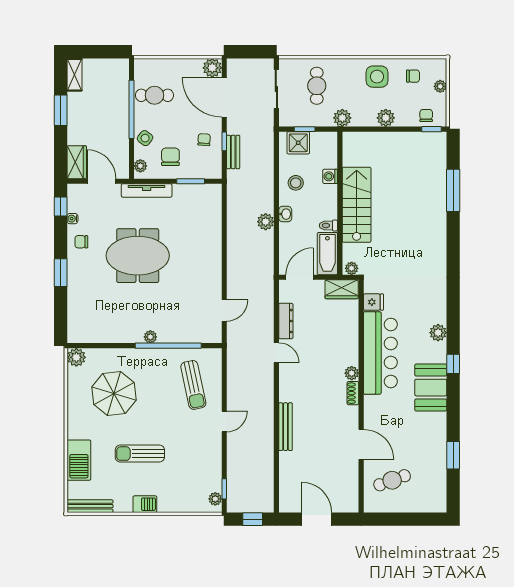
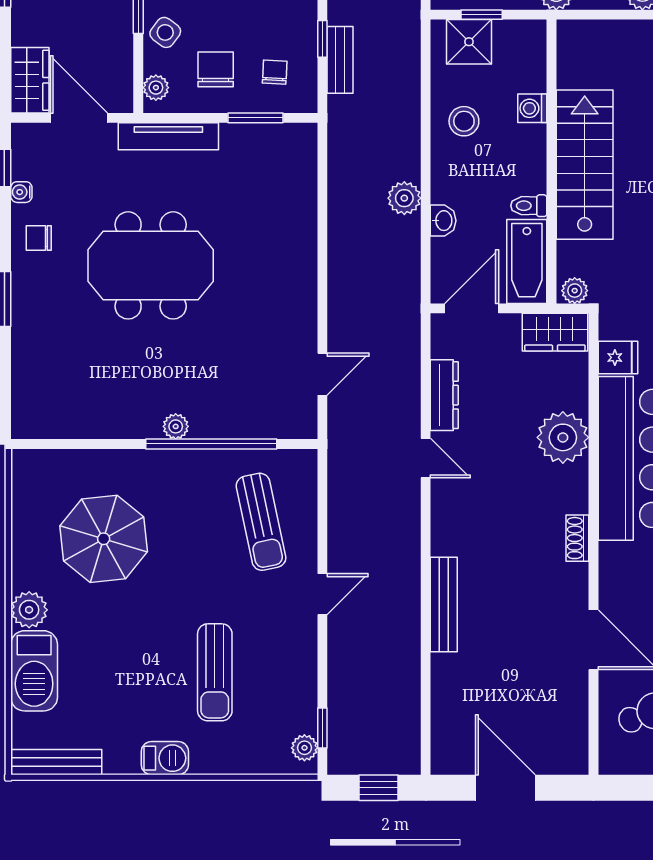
chair: (204, 140) -> (275, 72), moved
washbasin: (285, 214) -> (443, 221), moved
plant: (76, 357) -> (29, 610), moved
plant: (352, 373) -> (563, 437), moved, width x1.87, depth x1.87
sun lounger: (140, 454) -> (215, 672), moved, turned -90

